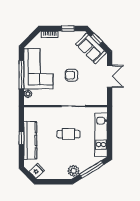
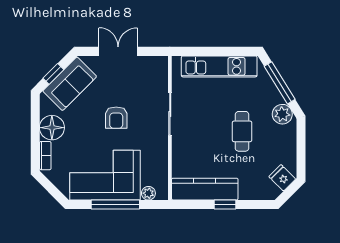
window: (68, 28) -> (35, 124), removed
floor lamp: (66, 38) -> (52, 128), added
cafe table: (68, 134) -> (242, 131), moved
kitchen counter: (30, 140) -> (205, 189), moved

